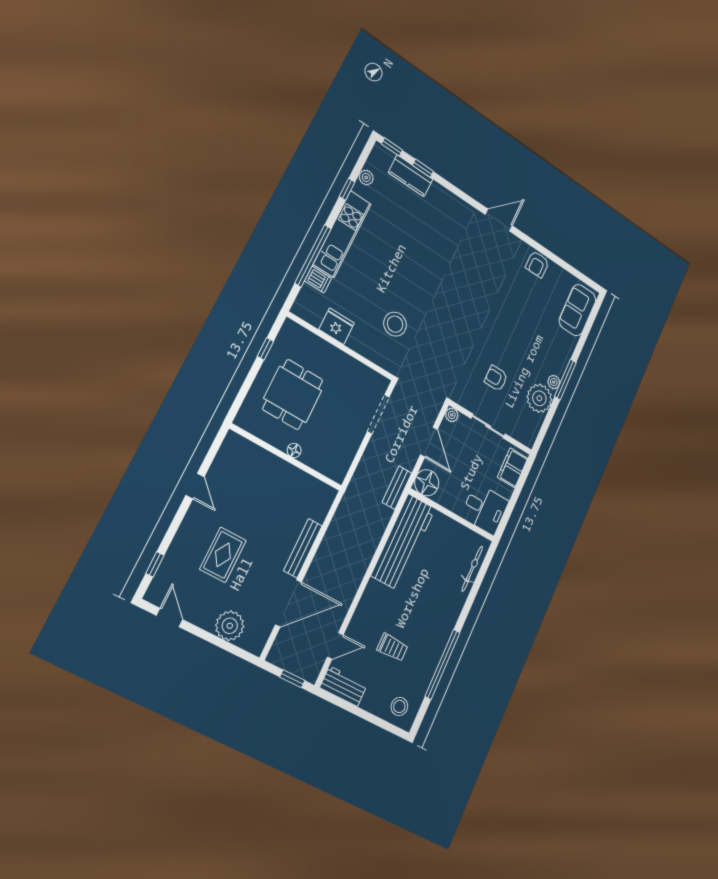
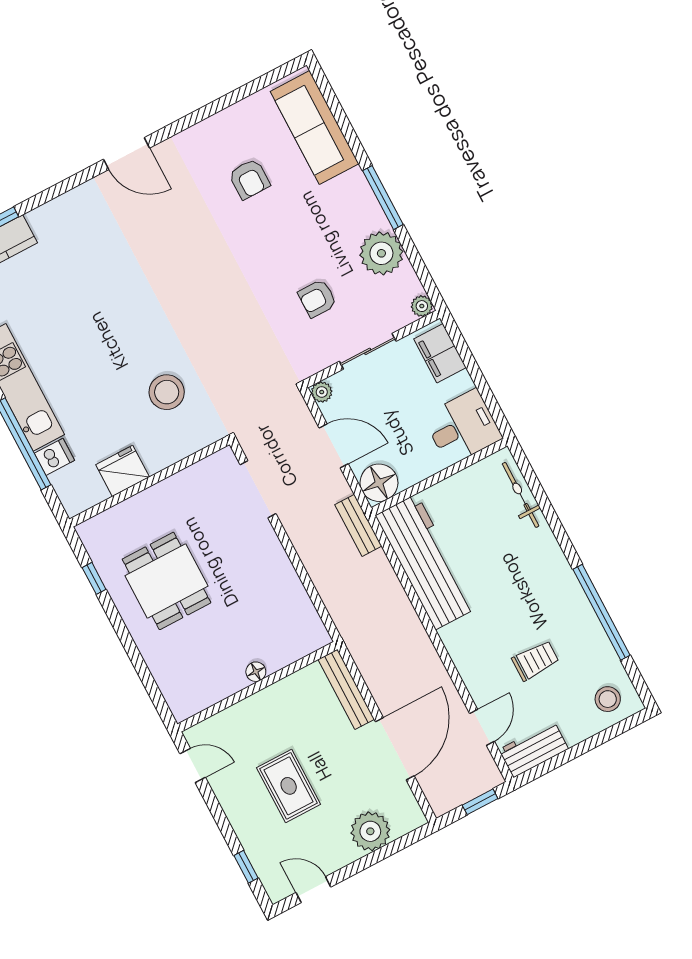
door: (499, 220) -> (126, 154), swing flipped
armchair: (537, 264) -> (249, 179), moved
sofa: (578, 310) -> (314, 128), width x1.36
plant: (554, 382) -> (422, 306), moved
floor lamp: (294, 450) -> (256, 672), moved
wall: (286, 457) -> (257, 687), moved

